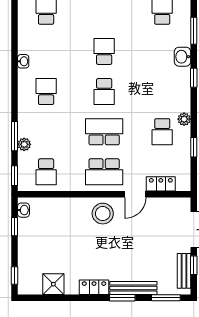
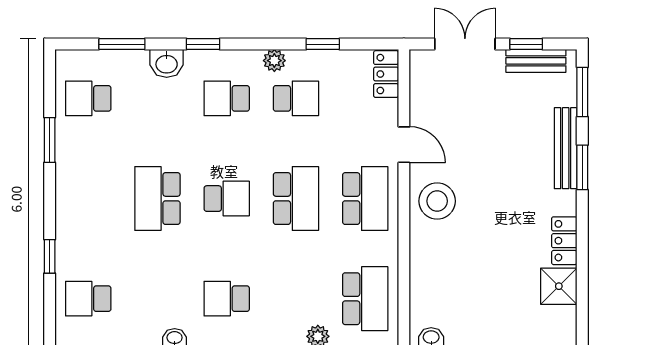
school desk: (104, 51) -> (157, 199), width x1.85
school desk: (162, 92) -> (227, 98), added
school desk: (104, 132) -> (296, 199), turned 180
school desk: (46, 172) -> (365, 299), width x1.85
locker: (161, 184) -> (386, 74), moved
locker: (94, 287) -> (564, 241), moved

